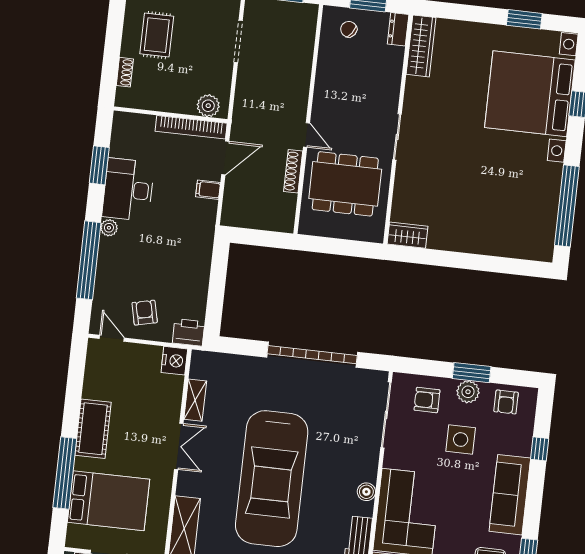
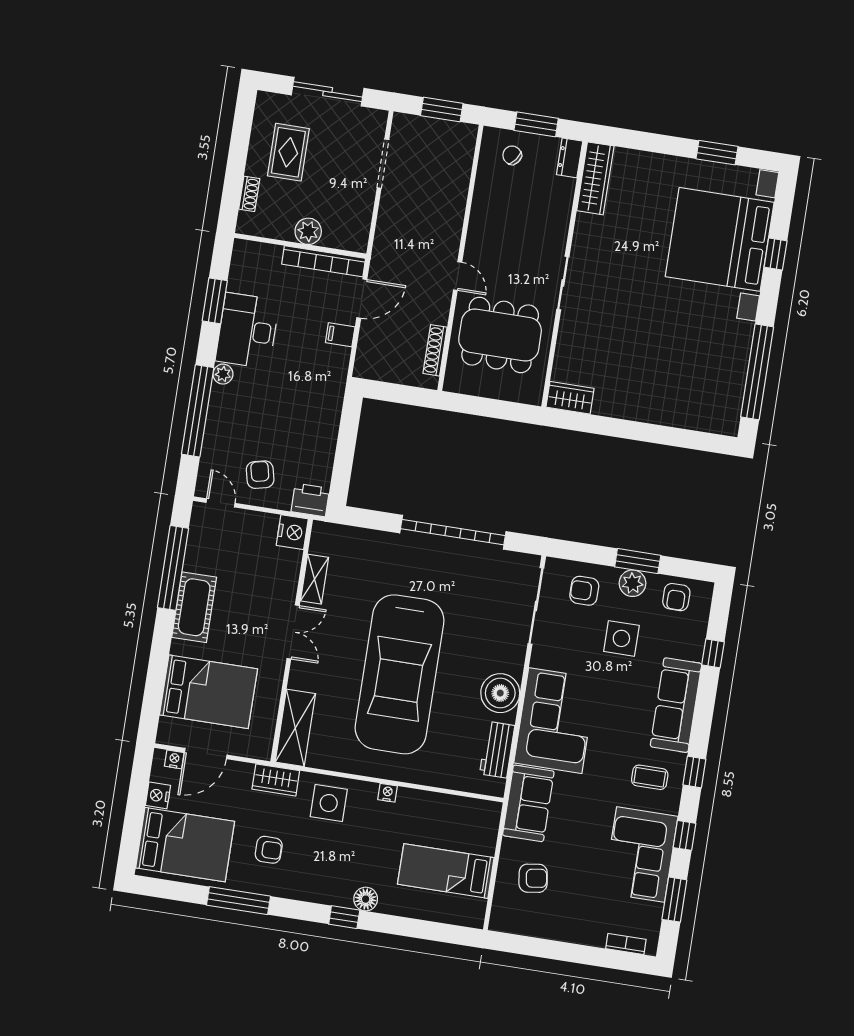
plant: (208, 106) -> (308, 231), moved
shoe rack: (293, 171) -> (435, 350), moved
window: (65, 473) -> (173, 568), moved
boiler: (366, 492) -> (500, 693), width x1.86, depth x1.86

